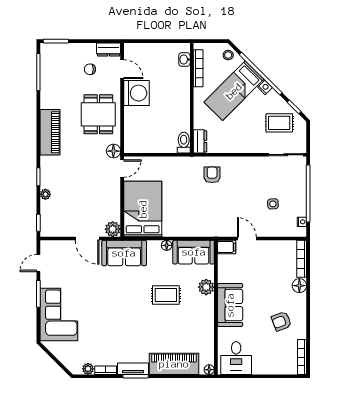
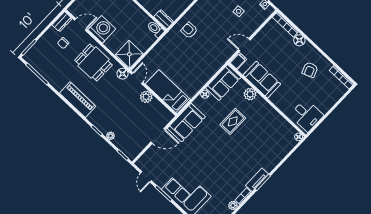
shower: (137, 140) -> (129, 54), added
bed: (143, 209) -> (168, 92), width x0.67
plant: (113, 229) -> (146, 97), moved
sofa: (230, 305) -> (262, 80), moved
piano: (174, 364) -> (276, 154), removed

